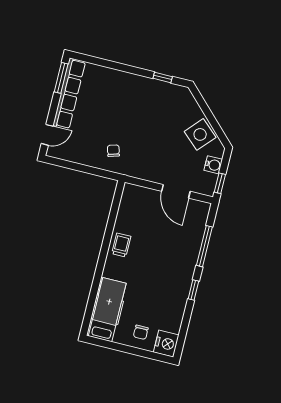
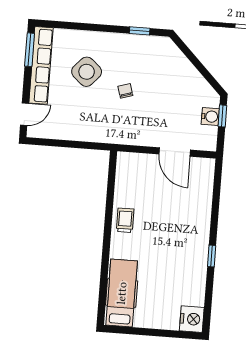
side table: (200, 134) -> (87, 72), moved
chair: (113, 151) -> (125, 91), moved
window: (220, 183) -> (222, 116), moved
window: (204, 246) -> (215, 206), removed
chair: (141, 332) -> (162, 311), removed

